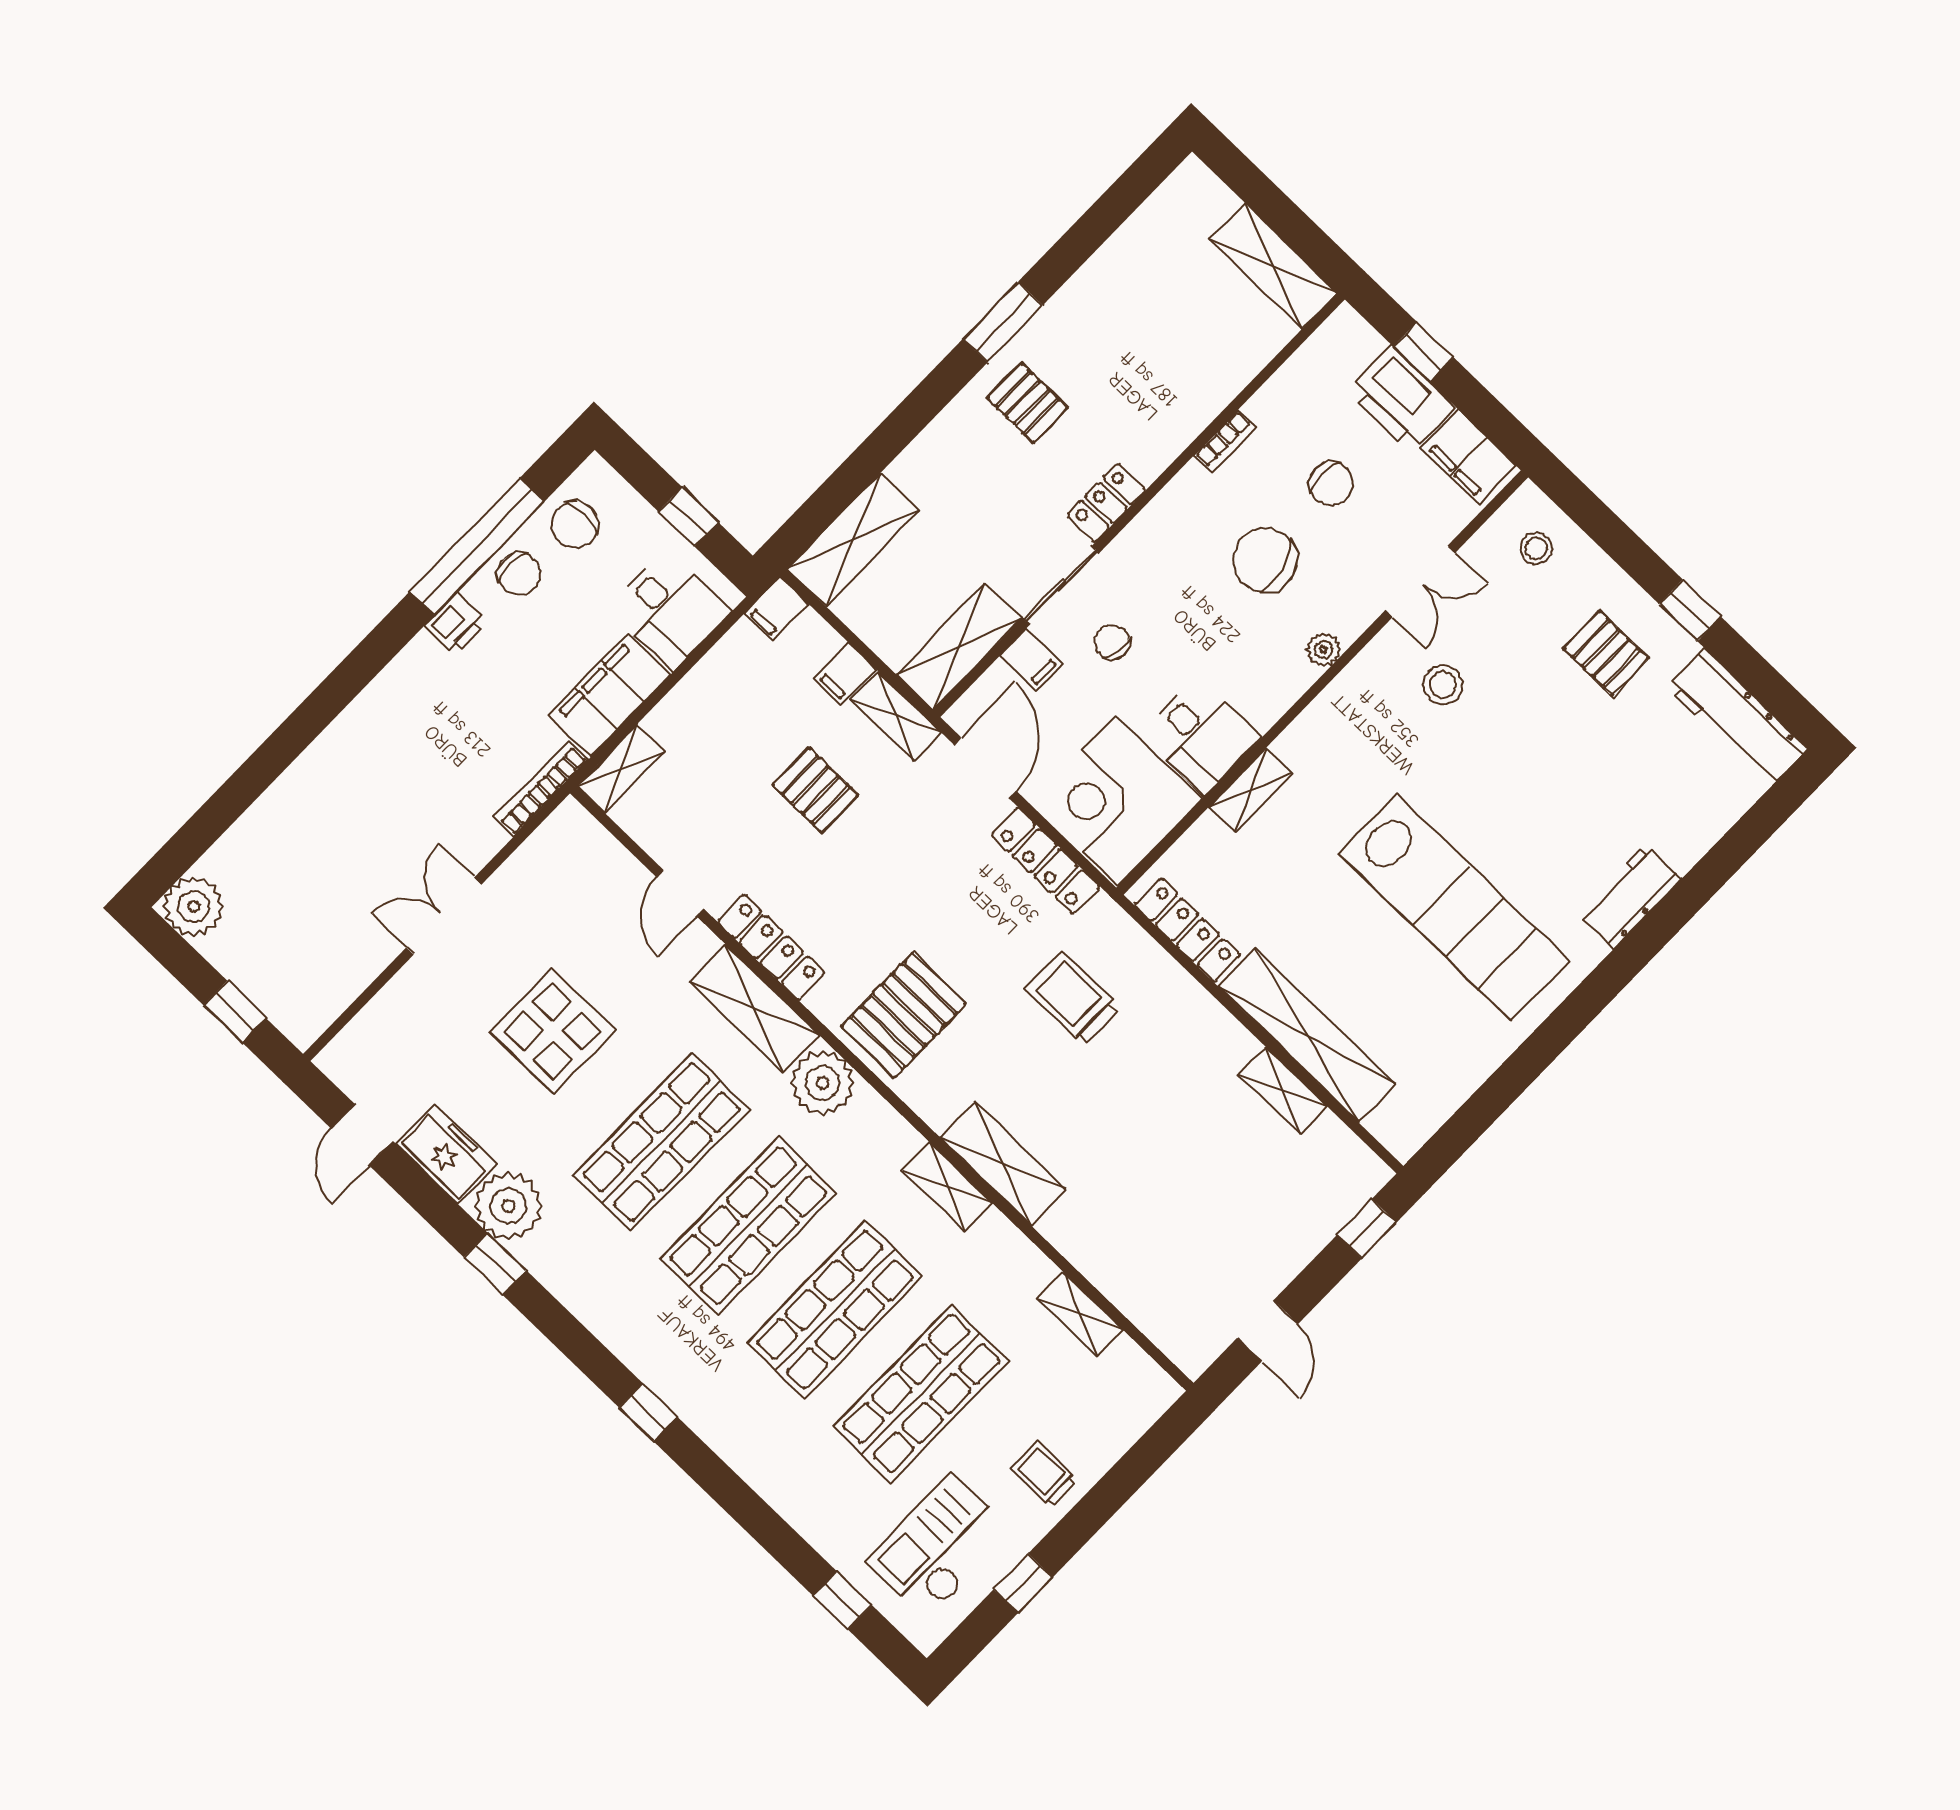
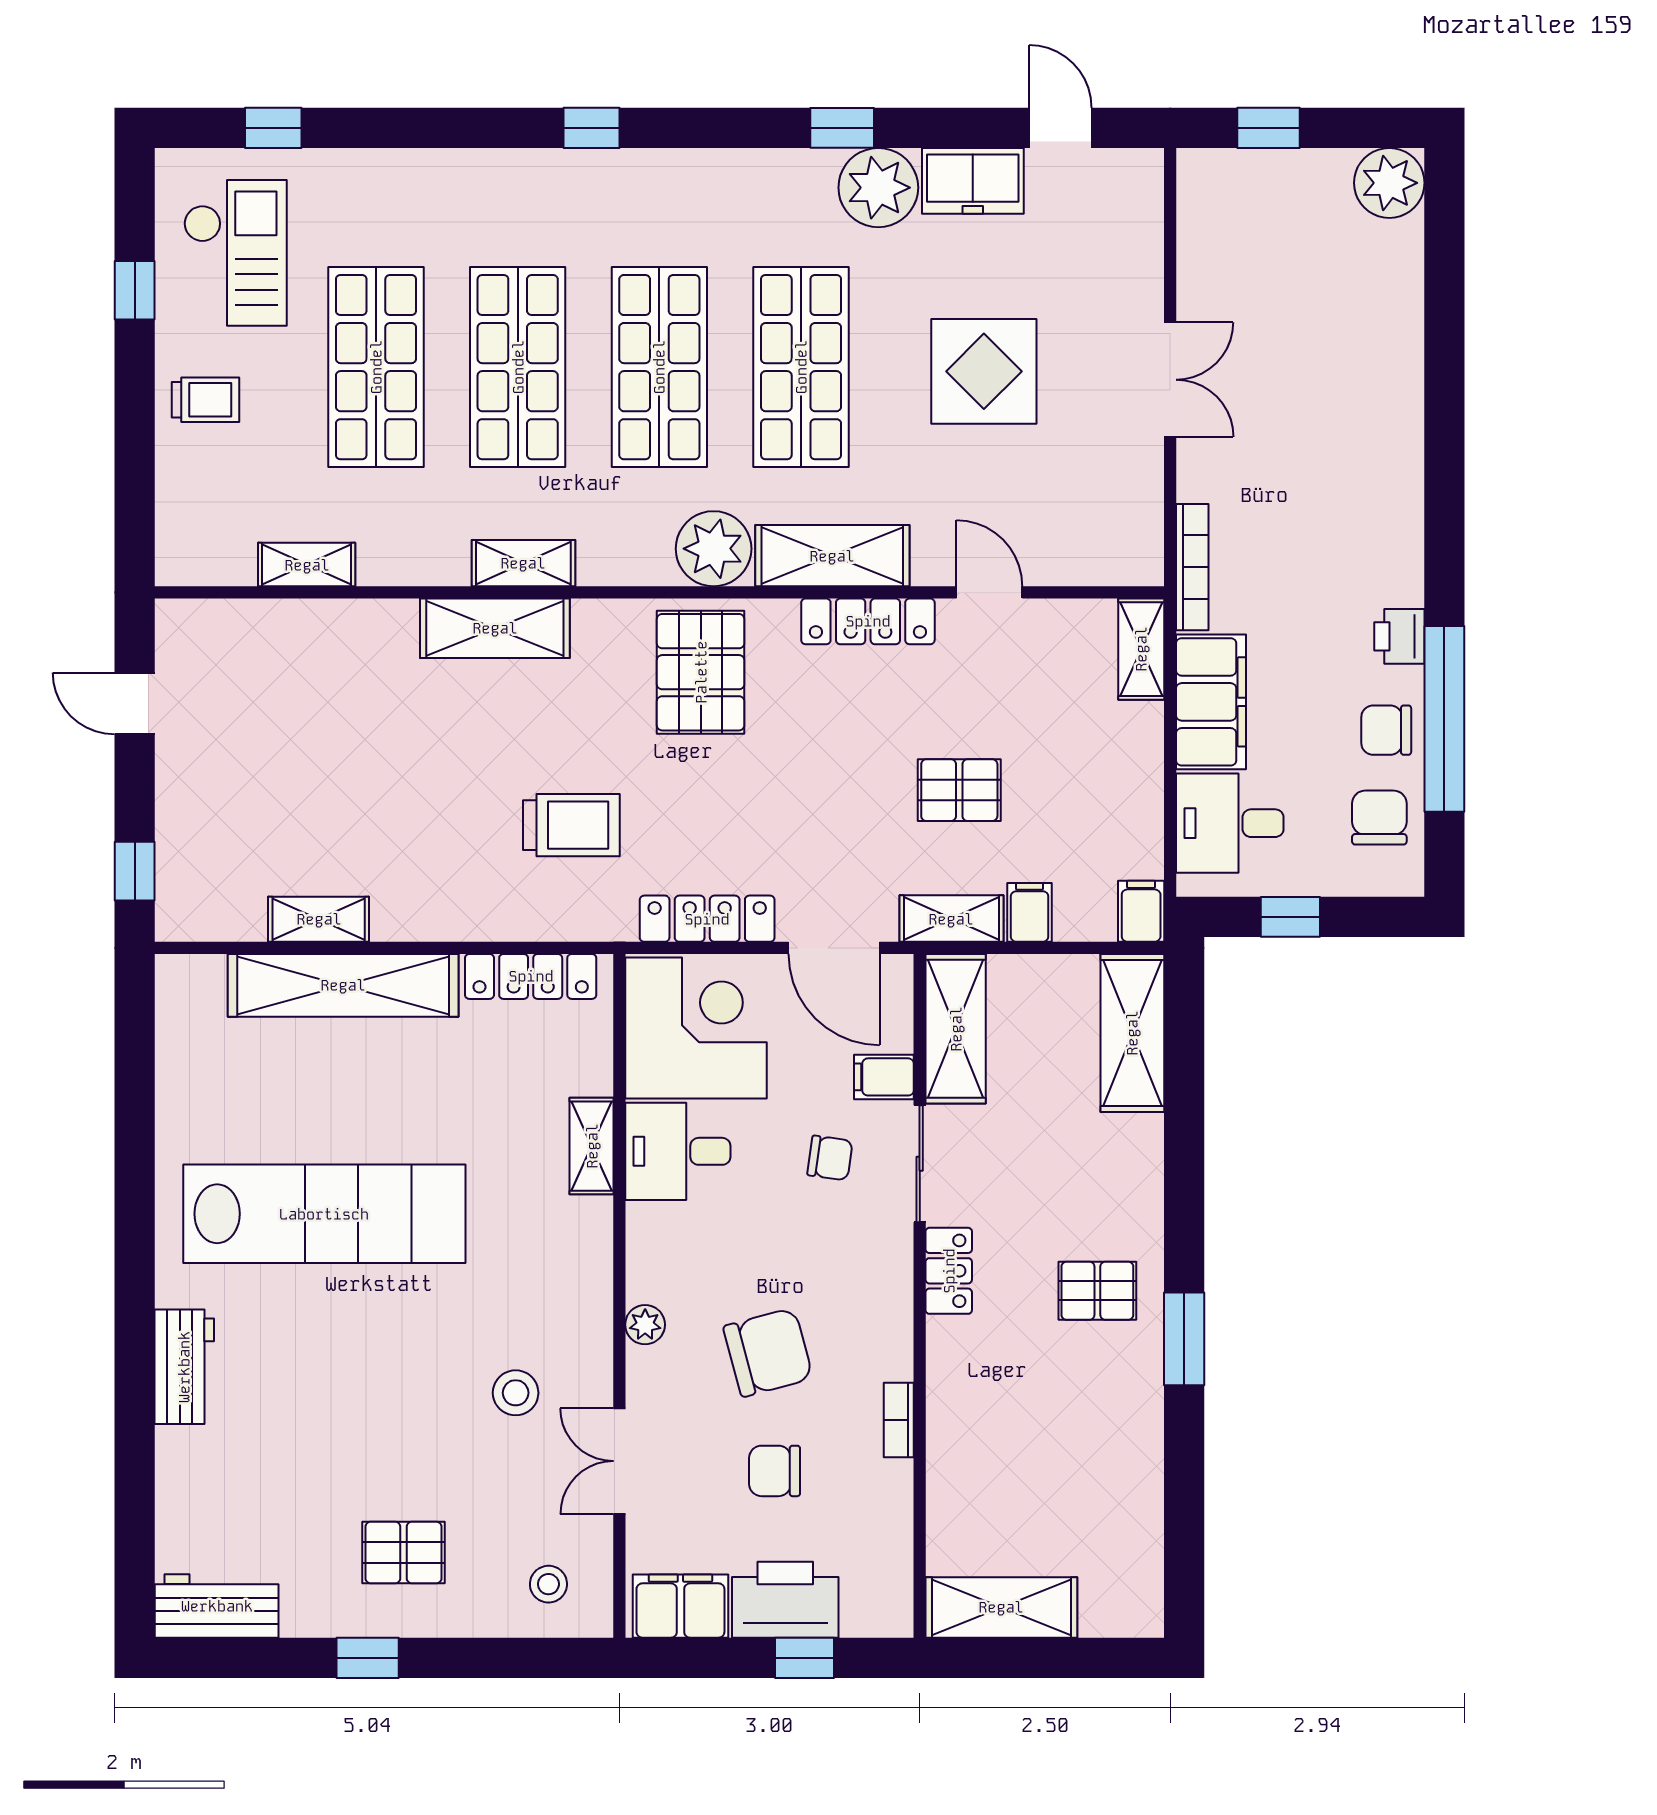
workbench: (1737, 718) -> (217, 1606), width x0.73
lab bench: (1454, 907) -> (324, 1214), turned 180

